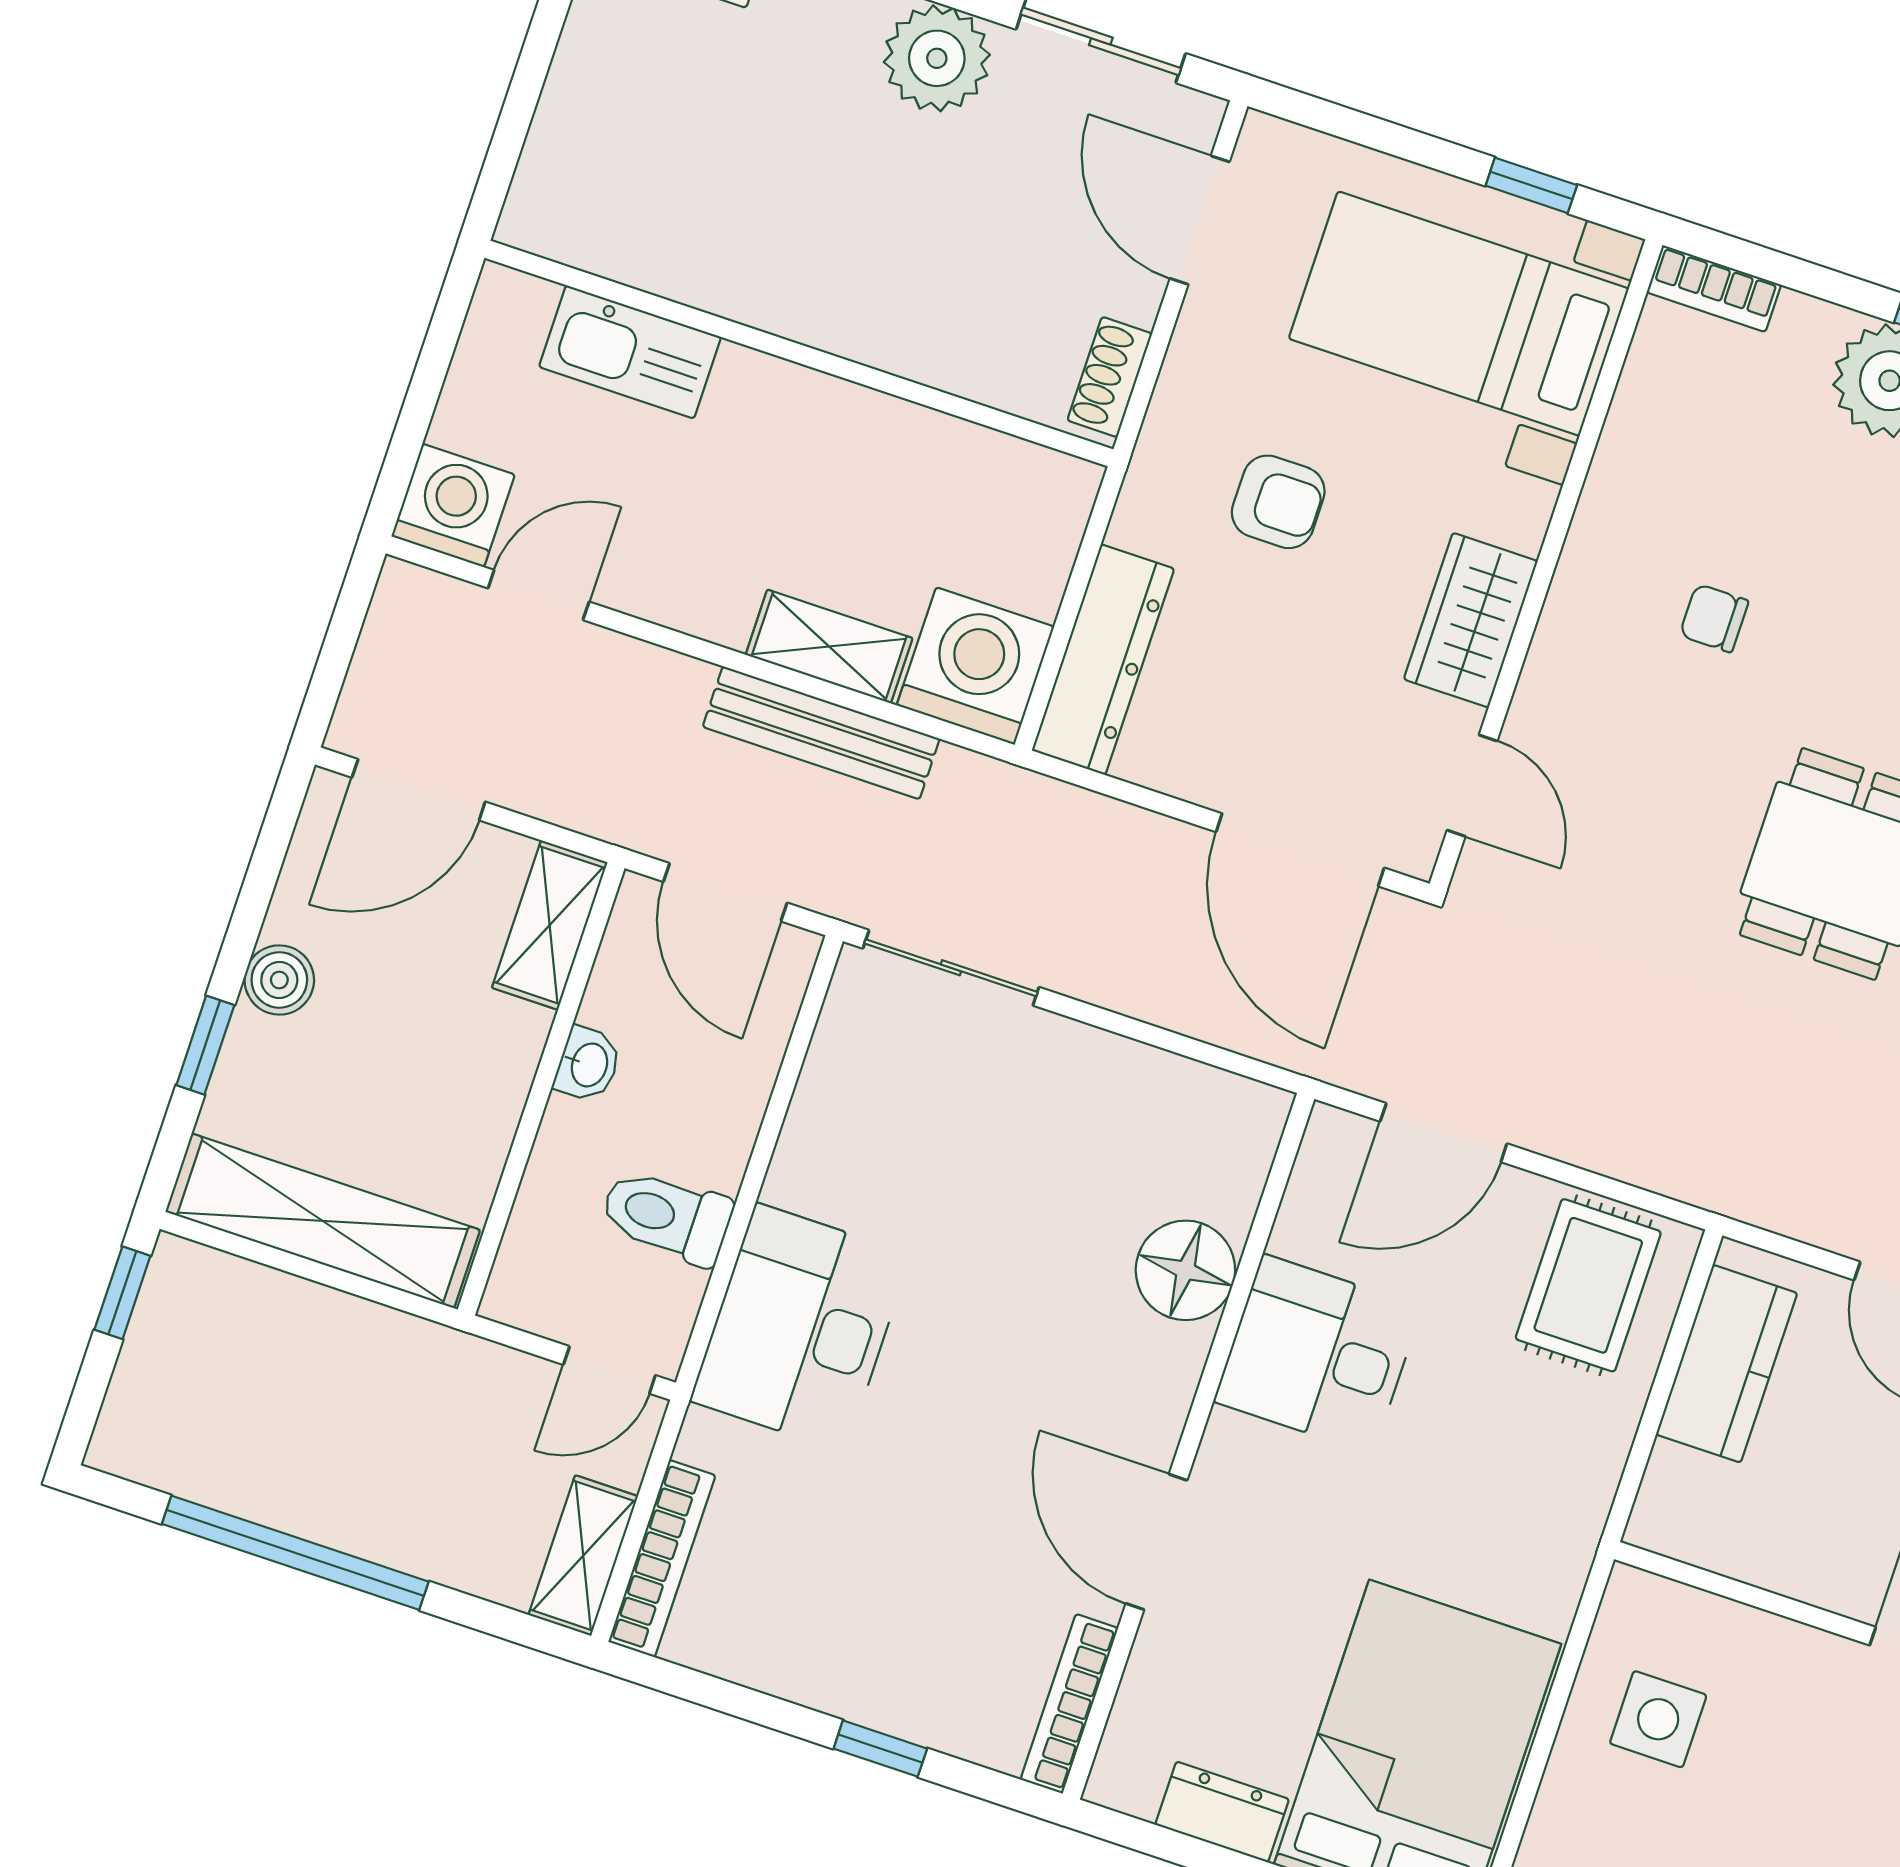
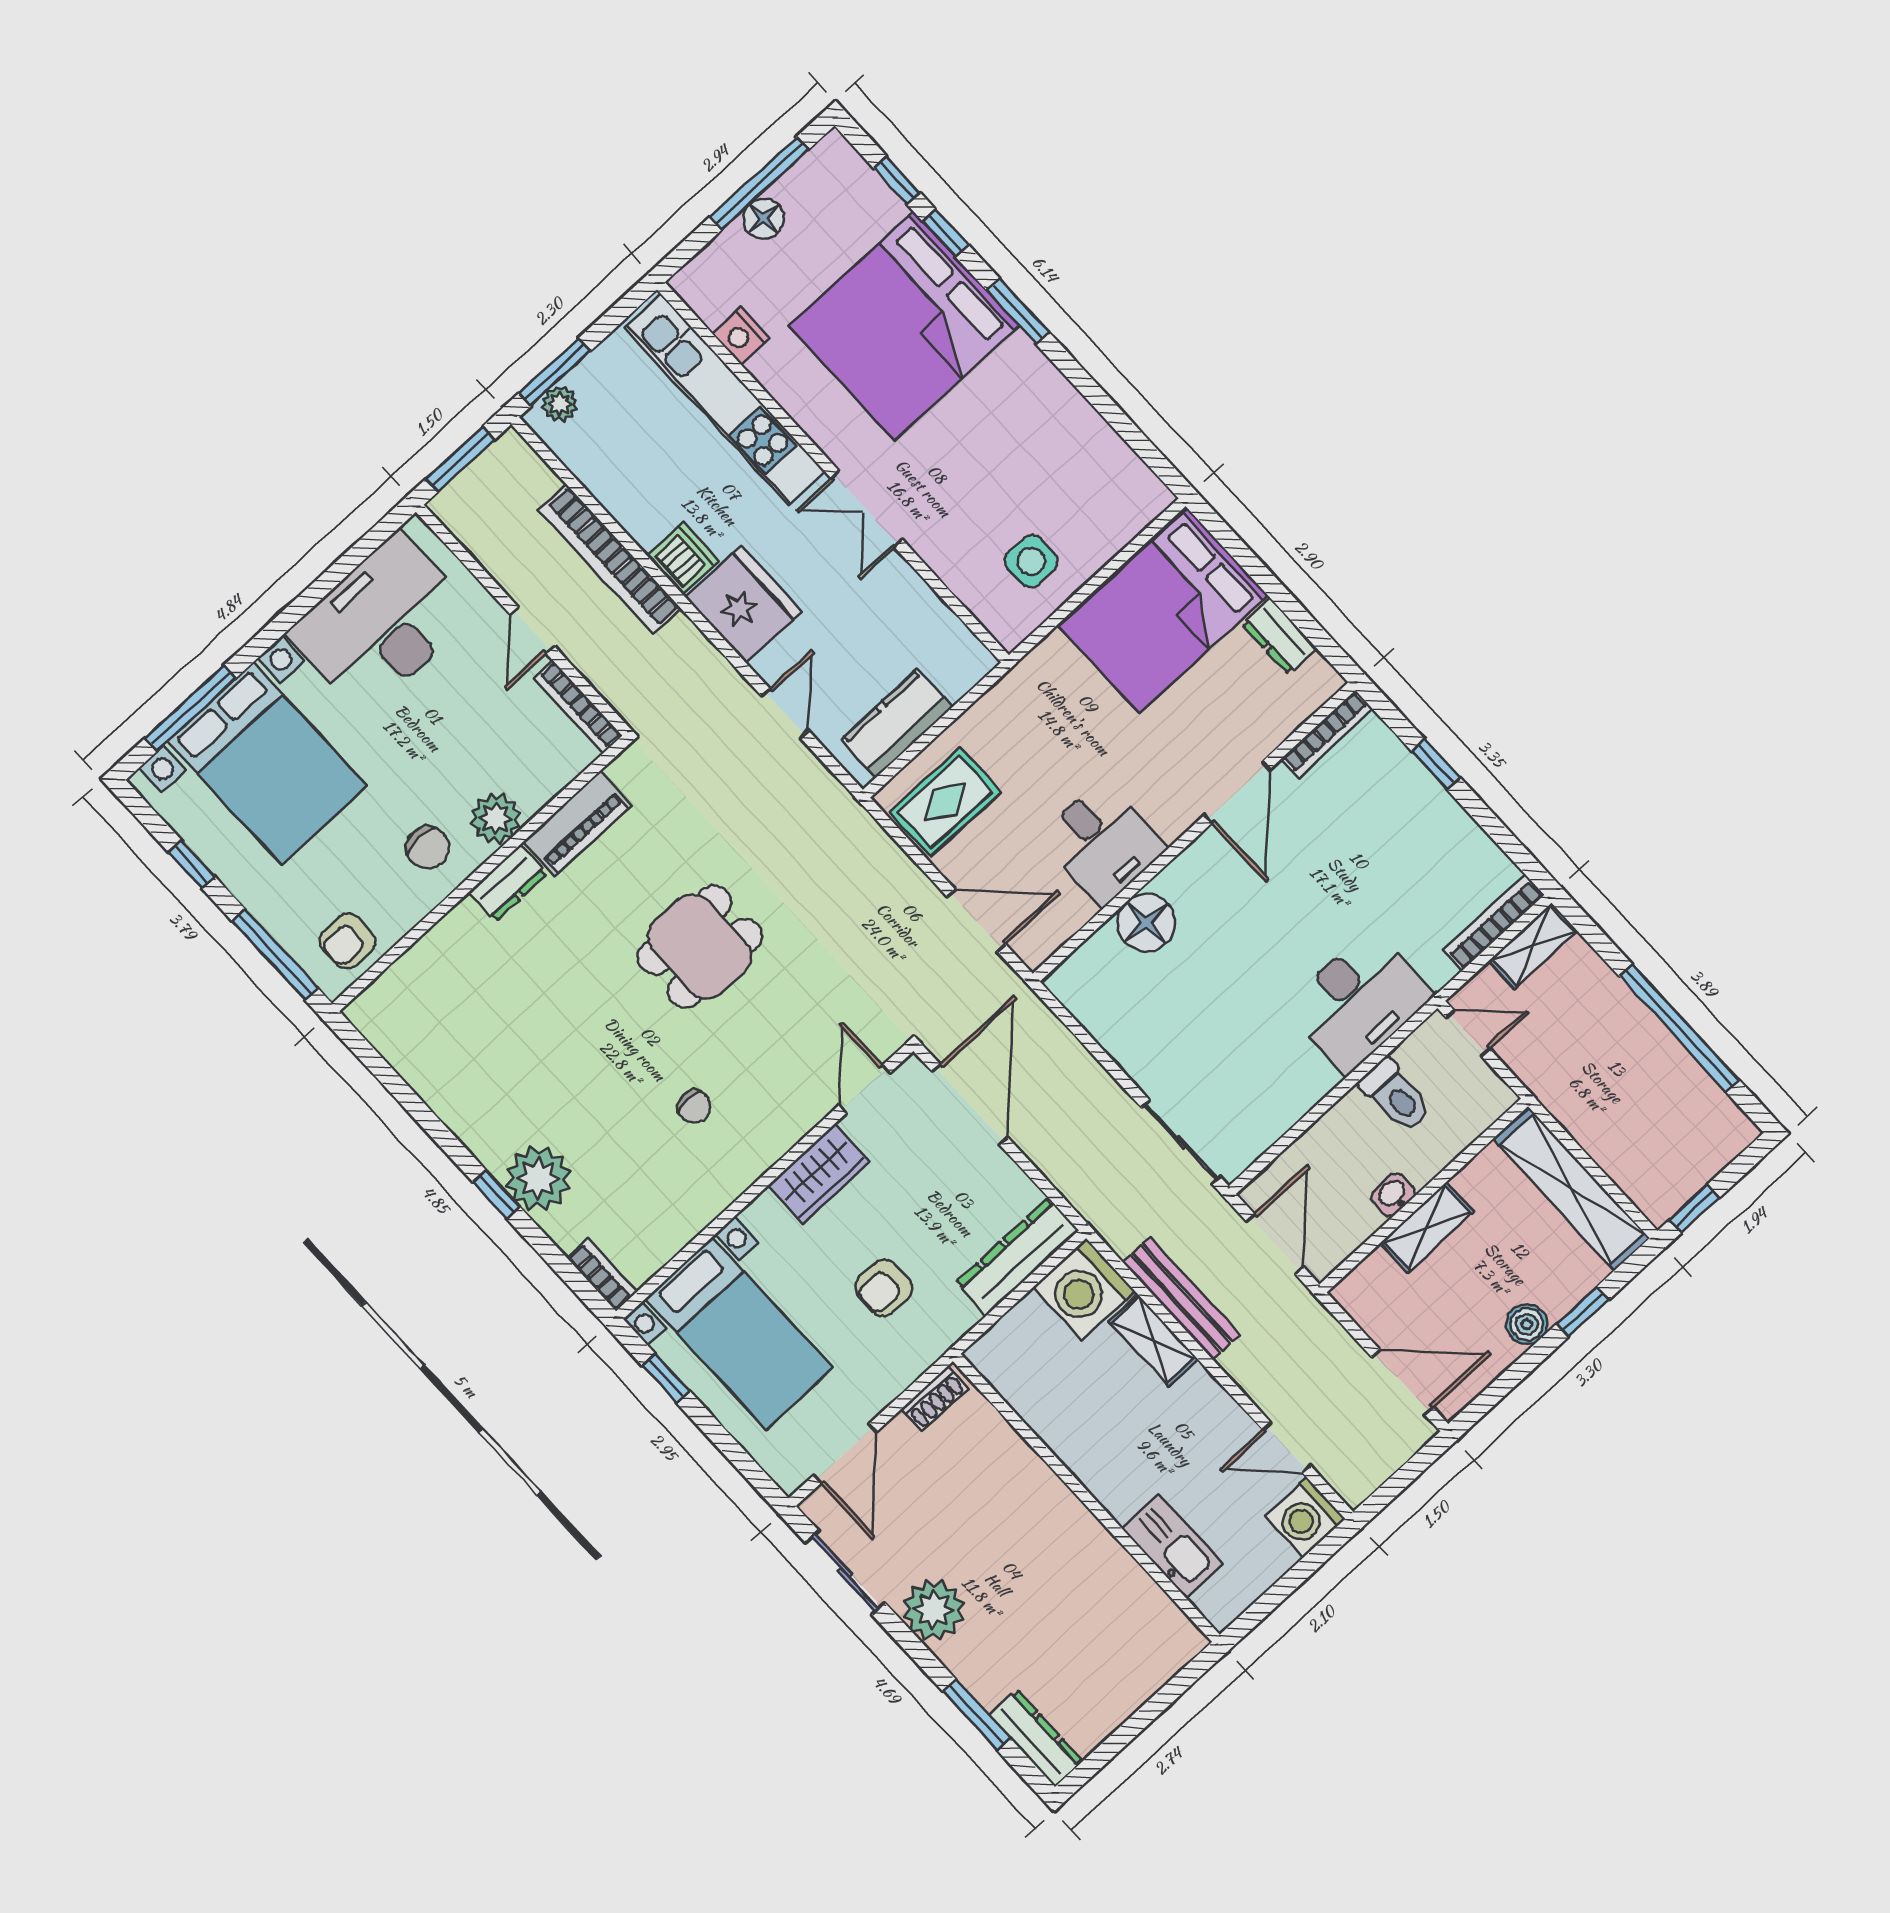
armchair: (1278, 502) -> (884, 1288), turned -90
shelving: (550, 925) -> (1427, 1227), moved

